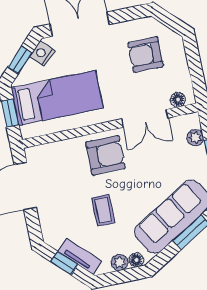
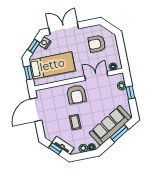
double door: (145, 118) -> (96, 76), swing flipped
armchair: (105, 155) -> (76, 94), turned 90

